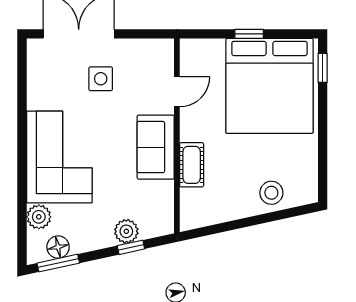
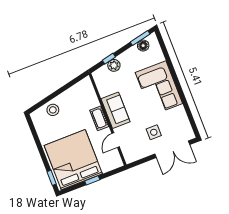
cot: (192, 165) -> (99, 118), moved
plant: (39, 217) -> (158, 56), removed

